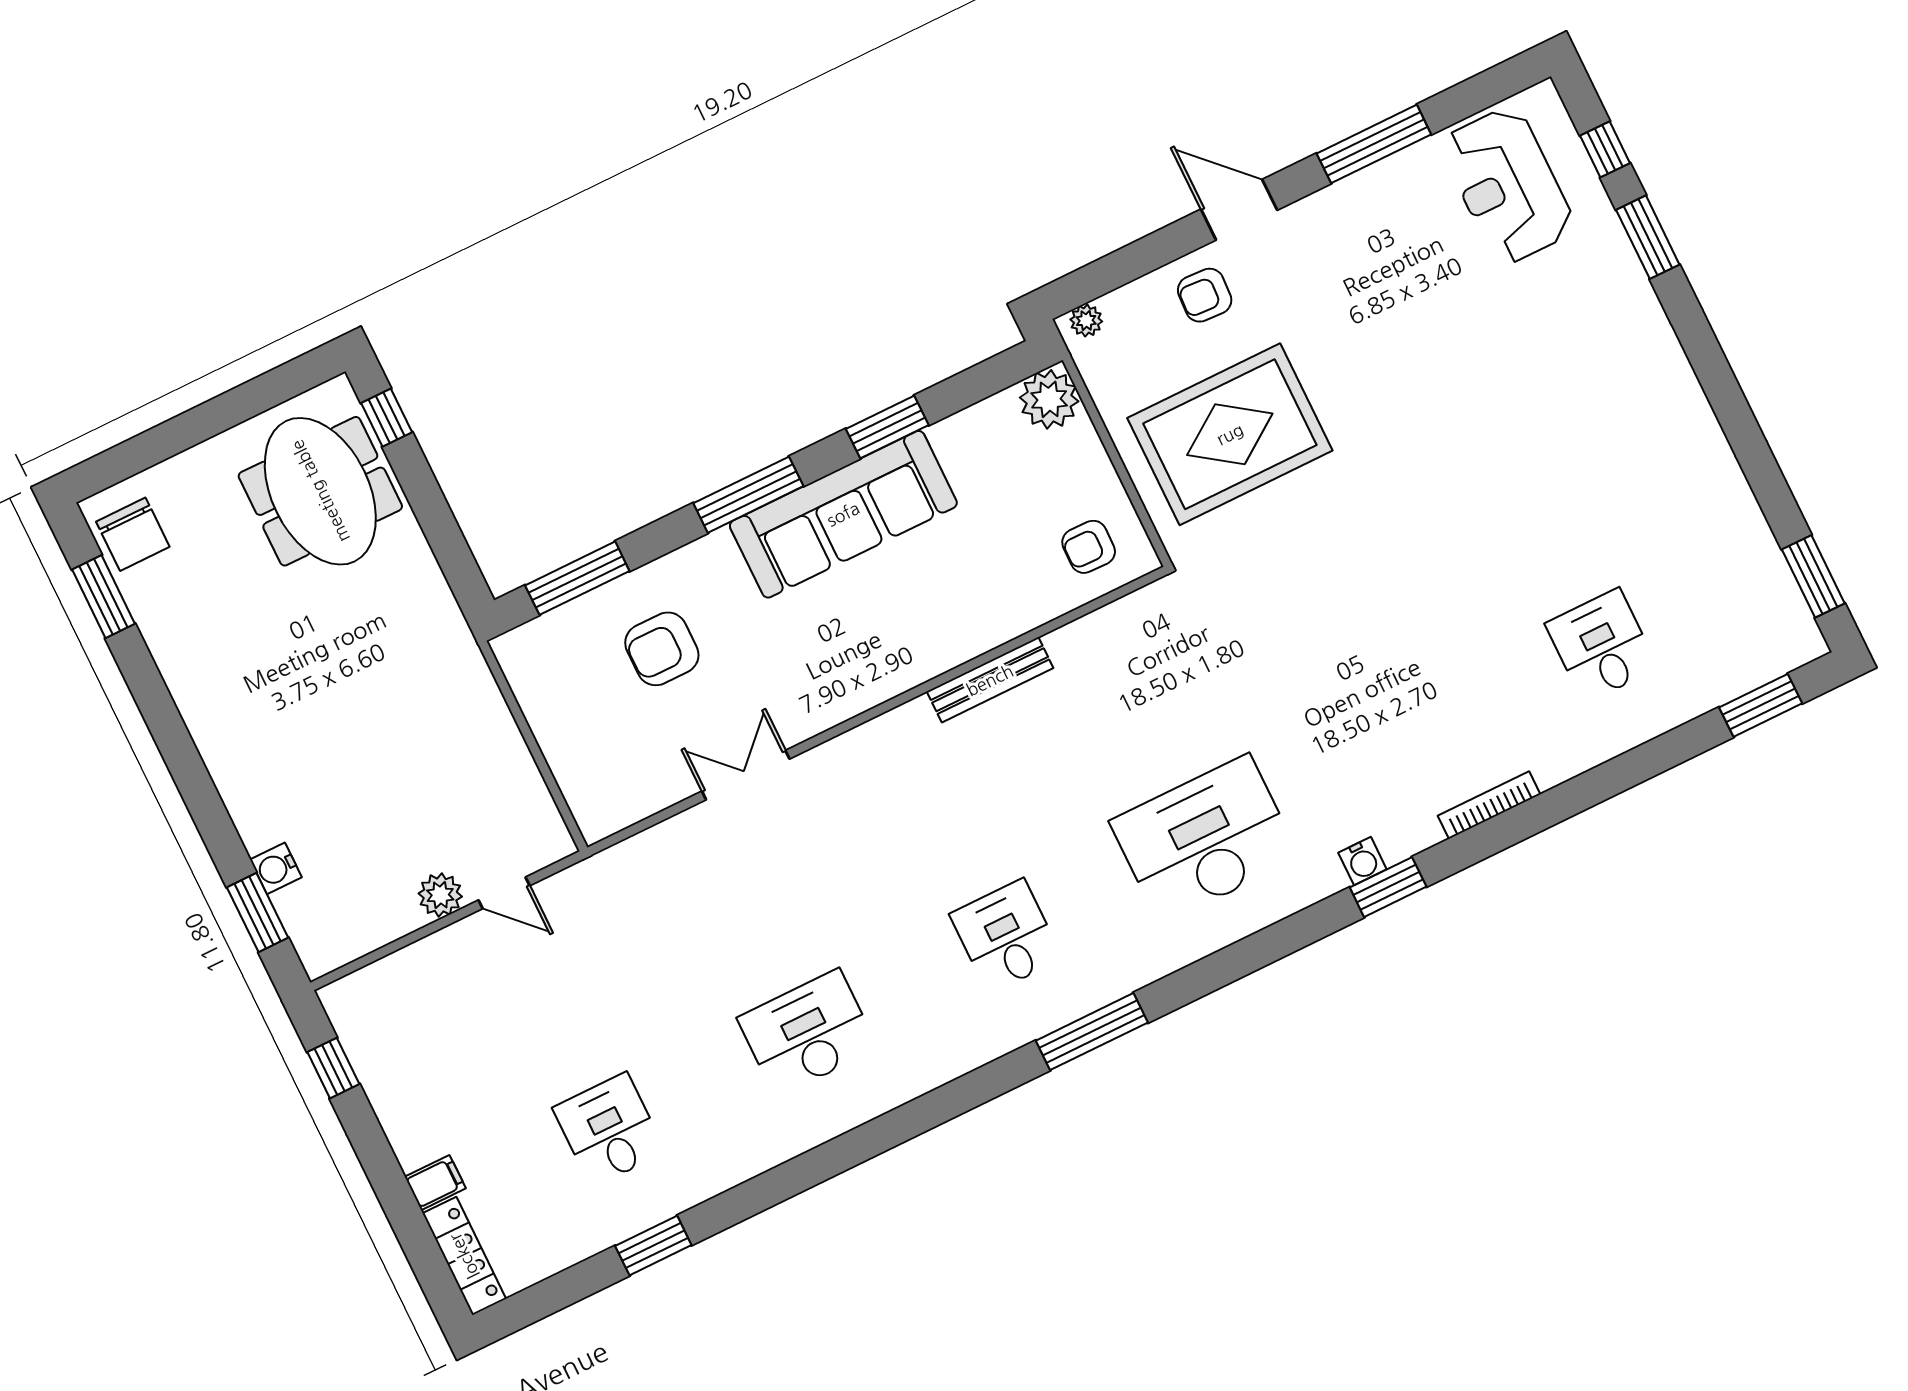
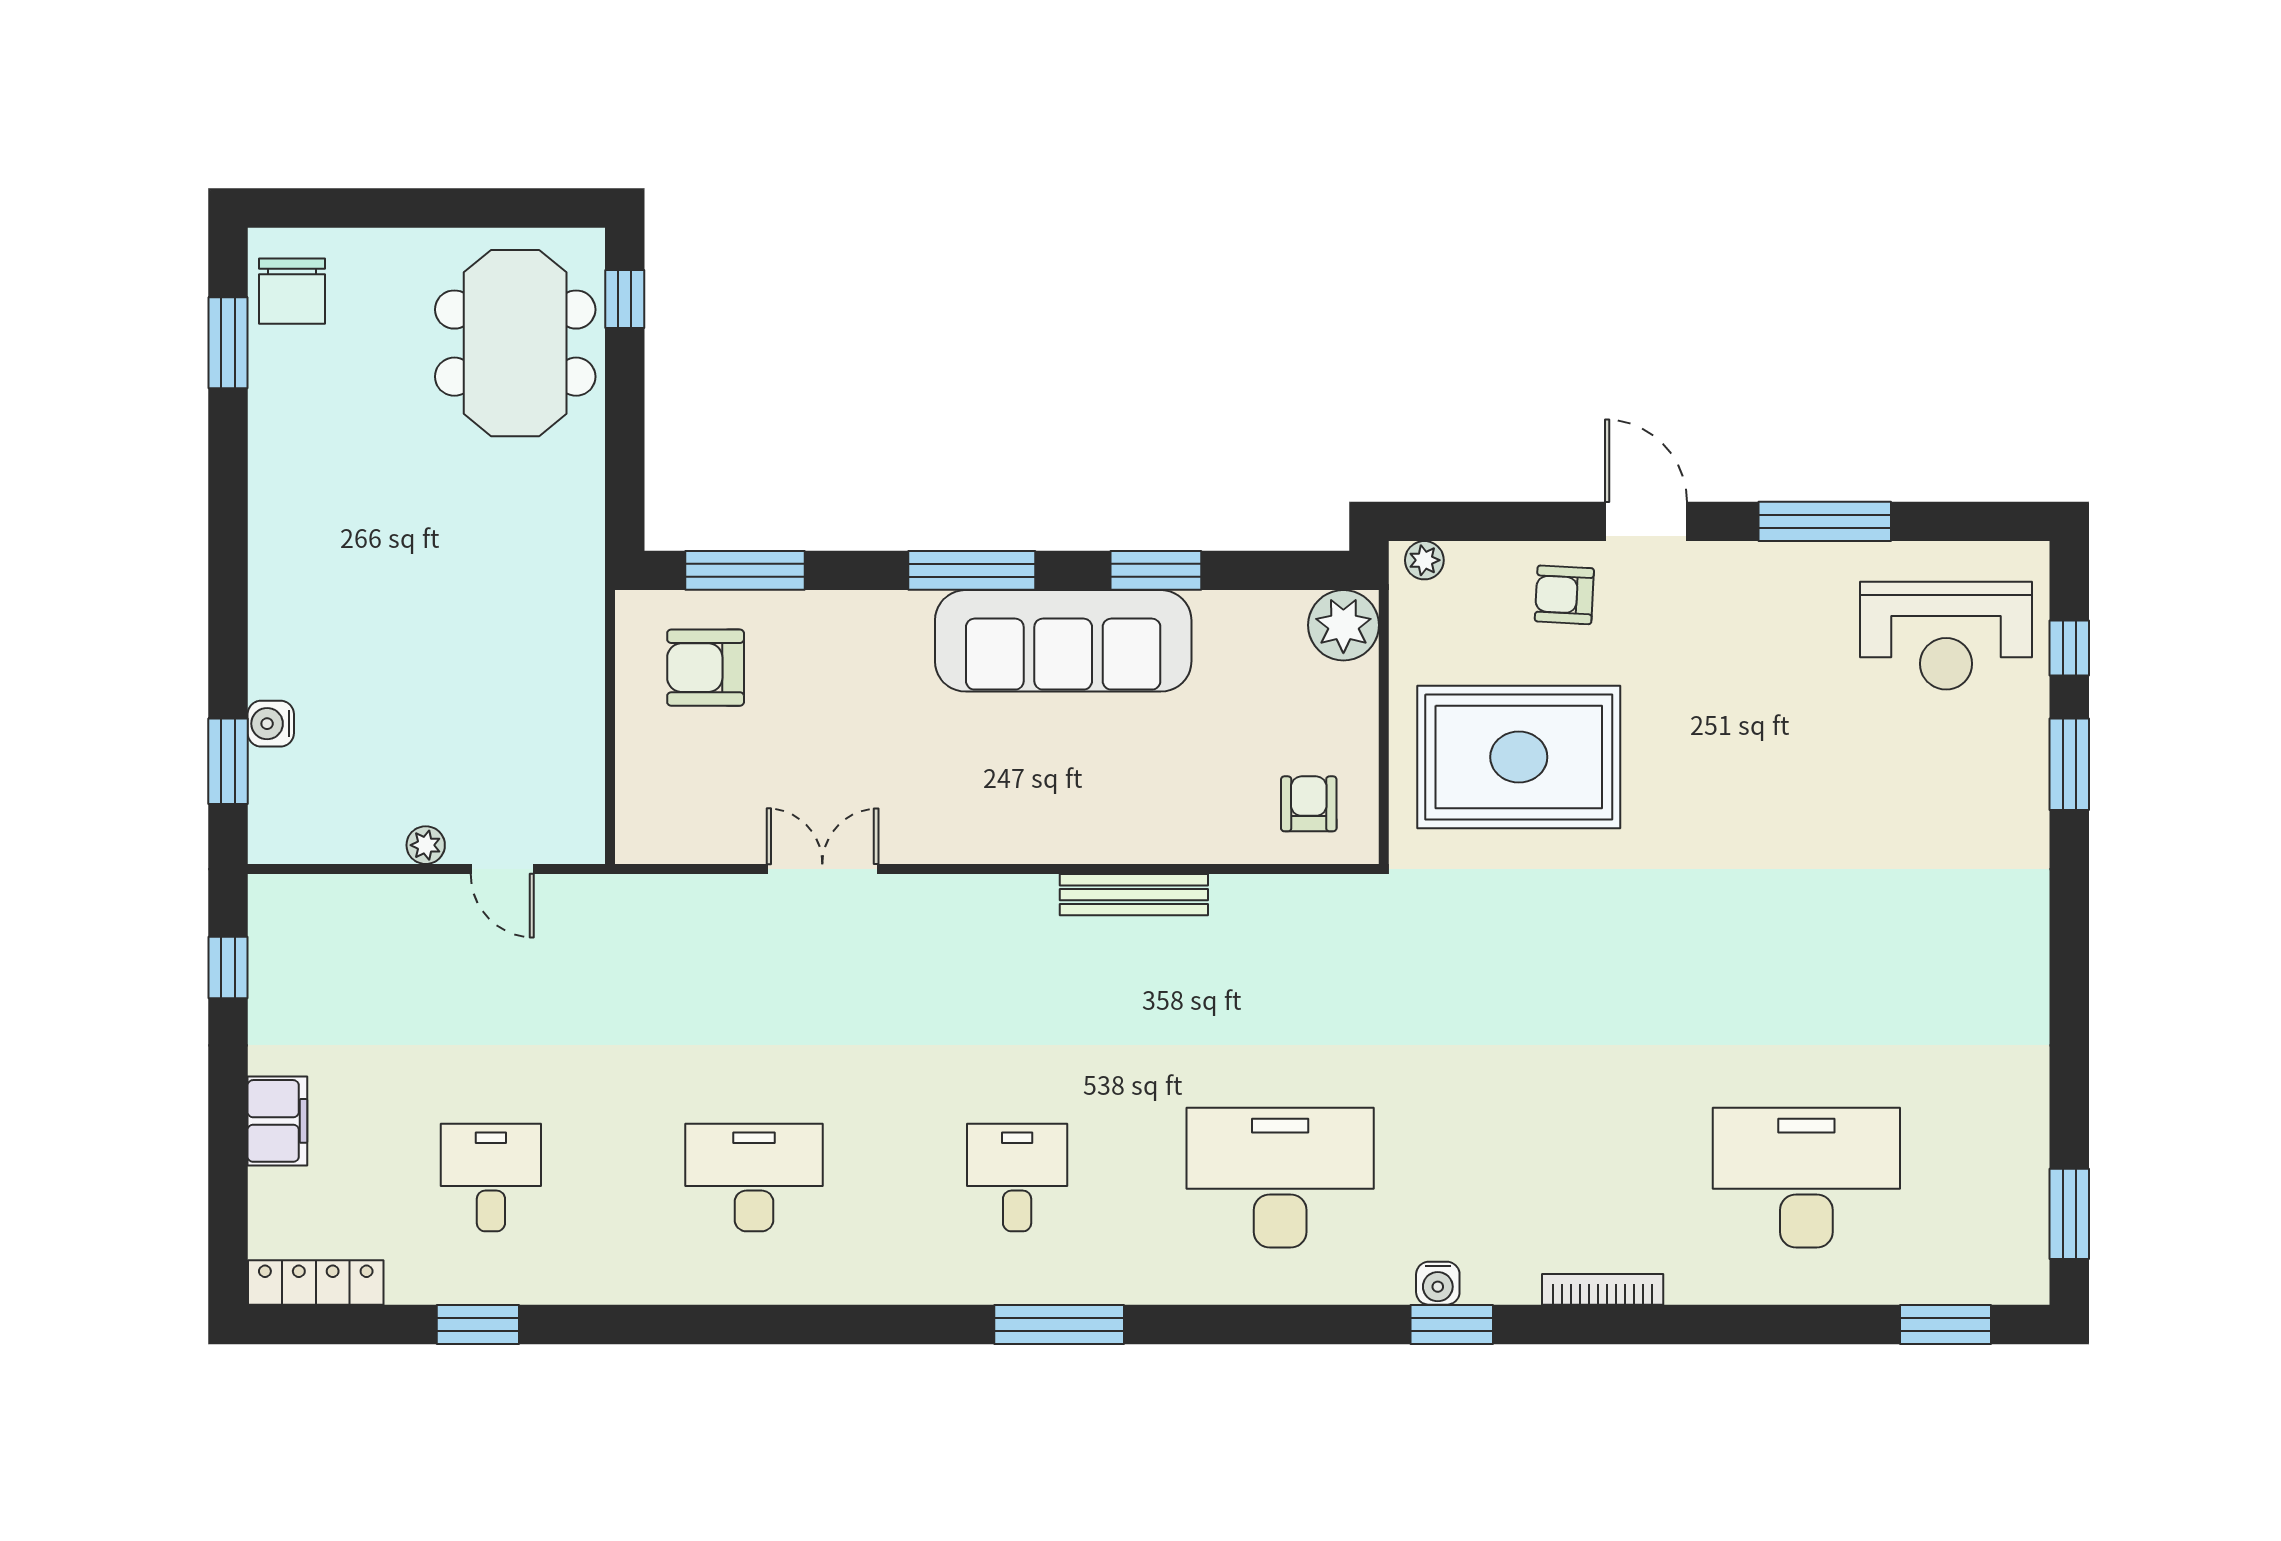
reception desk: (1508, 185) -> (1946, 636), turned -90
armchair: (1089, 547) -> (1309, 804), turned 89
desk: (1602, 646) -> (1806, 1178), width x1.87, depth x1.30
armchair: (662, 649) -> (706, 668), moved
plant: (440, 895) -> (426, 845), width x0.73, depth x0.73
filing cabinet: (435, 1183) -> (277, 1121), width x2.00
locker: (464, 1256) -> (316, 1282), moved, turned -90

